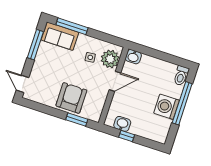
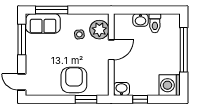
washbasin: (133, 57) -> (141, 20), moved
toilet: (181, 76) -> (155, 23), moved
washing machine: (167, 107) -> (170, 85), moved
washbasin: (122, 124) -> (122, 89), moved

